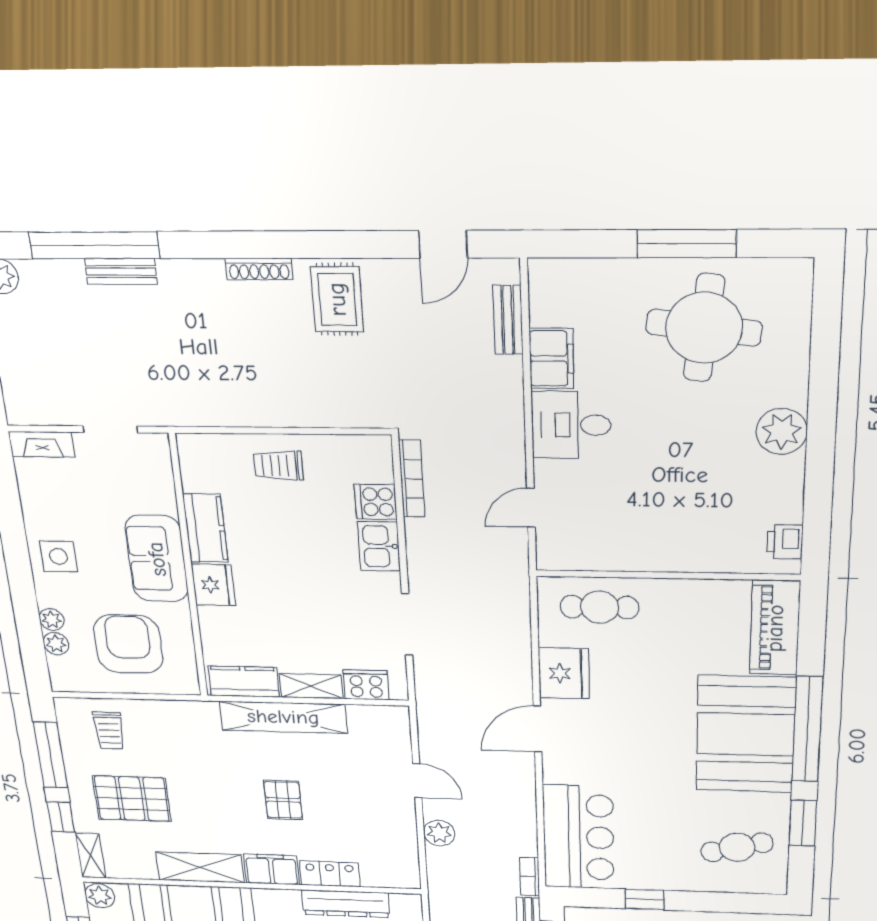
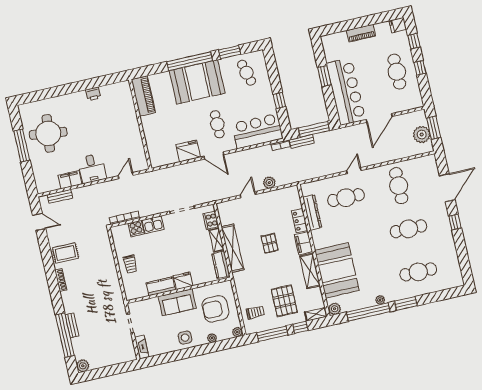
plant: (782, 431) -> (78, 100), removed
door: (531, 508) -> (126, 176), swing flipped
printer: (785, 542) -> (93, 94), moved
cafe table: (600, 607) -> (217, 124), moved
piano: (775, 628) -> (143, 96), moved, turned -90
plant: (56, 644) -> (237, 332), moved
pallet: (283, 800) -> (270, 243), turned 90

